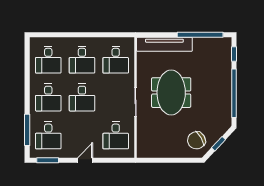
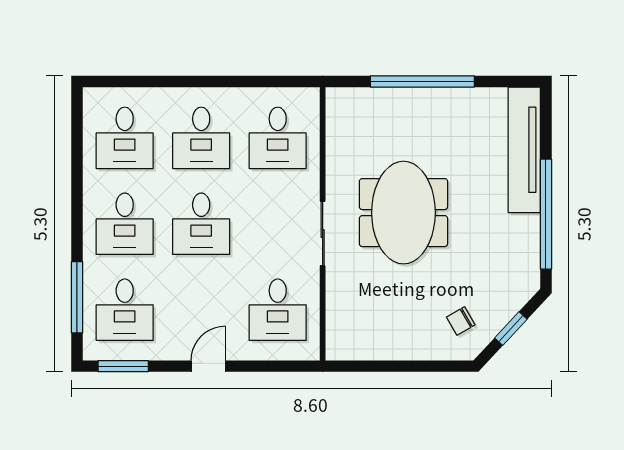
window: (200, 35) -> (422, 81), moved
tv unit: (164, 44) -> (524, 150), moved, turned 90
window: (234, 54) -> (546, 125), removed
chair: (196, 140) -> (461, 321), width x0.54, depth x0.54

